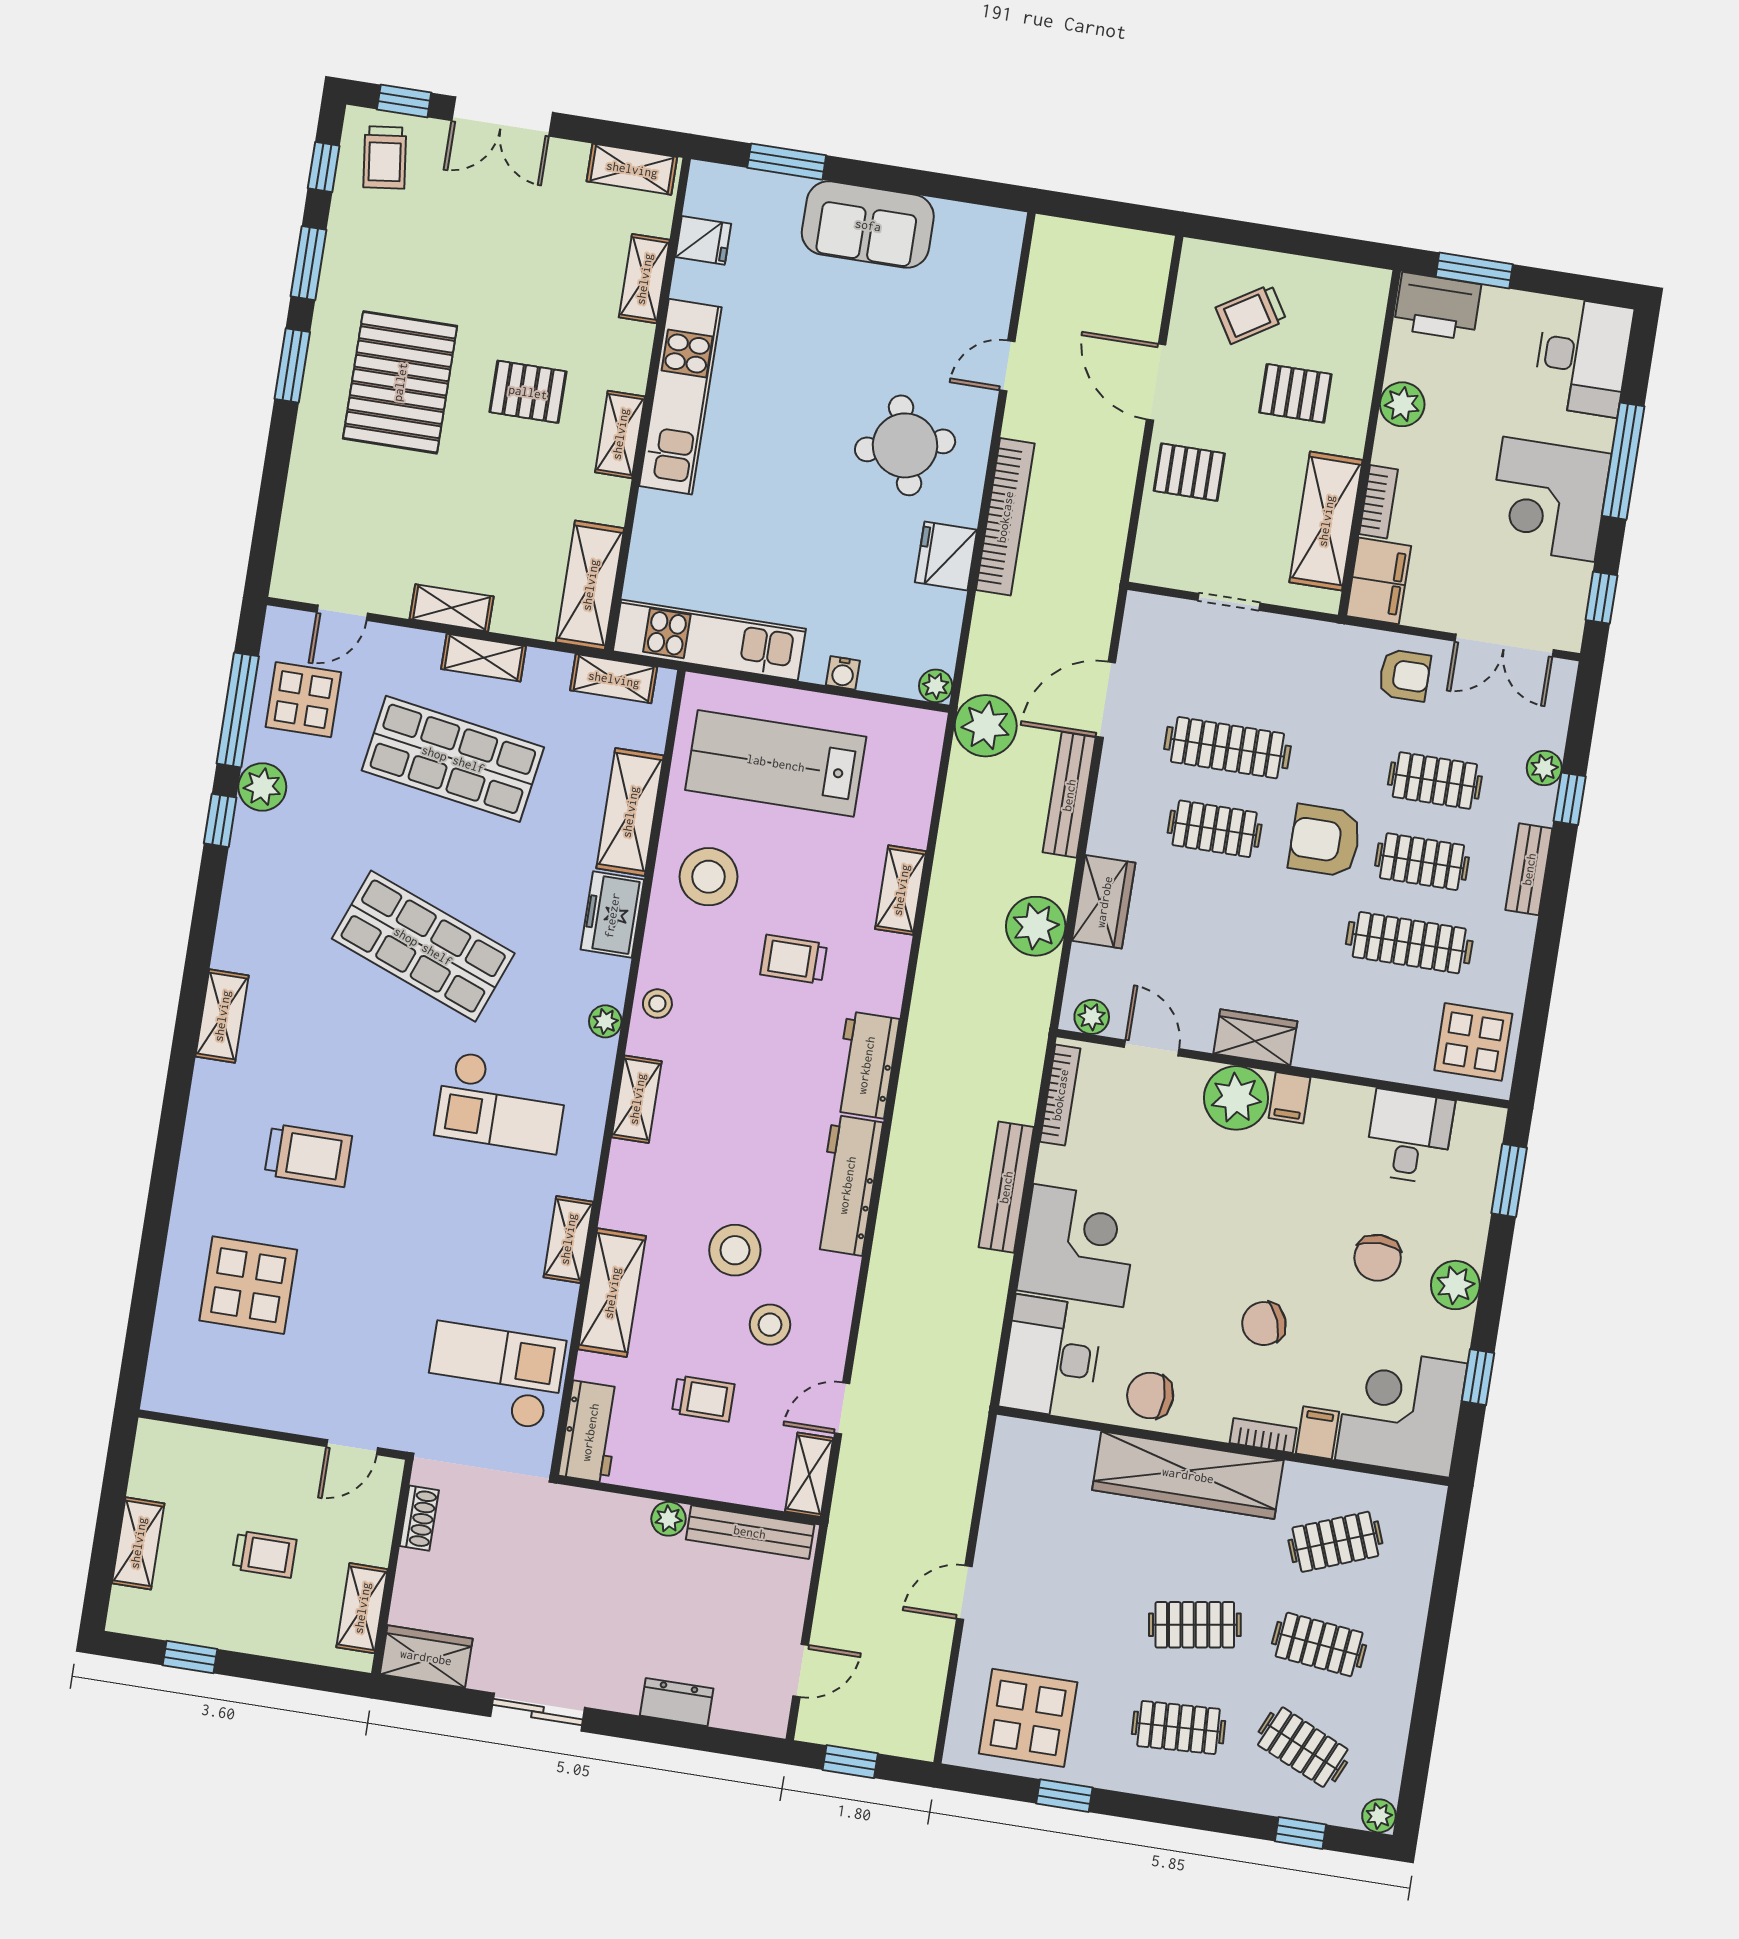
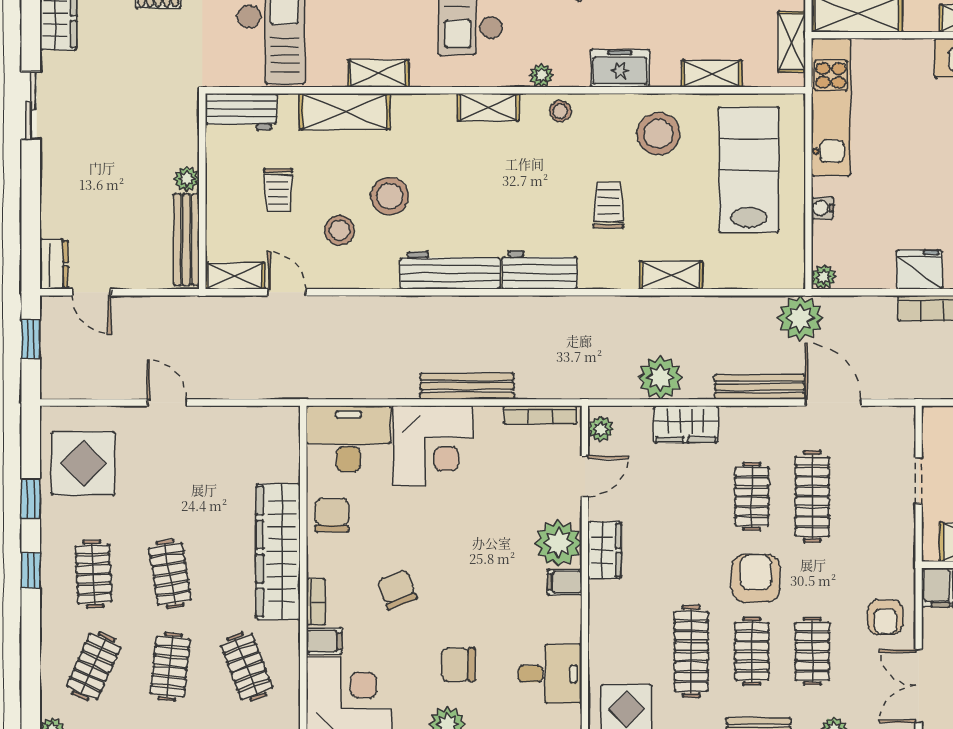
shelving: (630, 812) -> (712, 74), width x0.67, depth x0.75
dresser: (677, 1702) -> (54, 264), moved
window: (1301, 1833) -> (31, 570), moved

